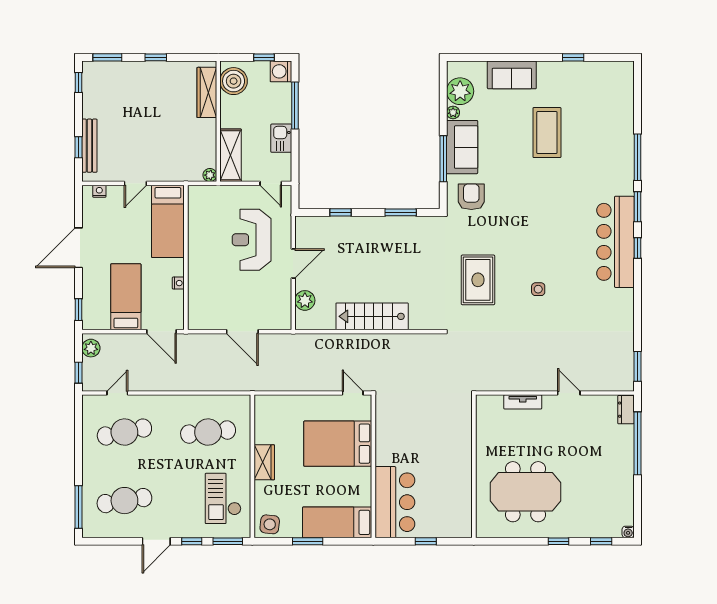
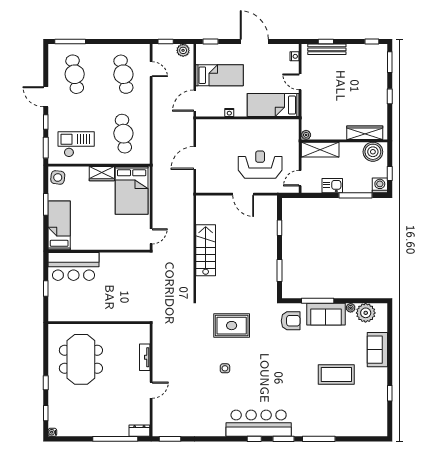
plant: (305, 300) -> (217, 202), removed
bed: (338, 444) -> (132, 190), moved, turned 180

